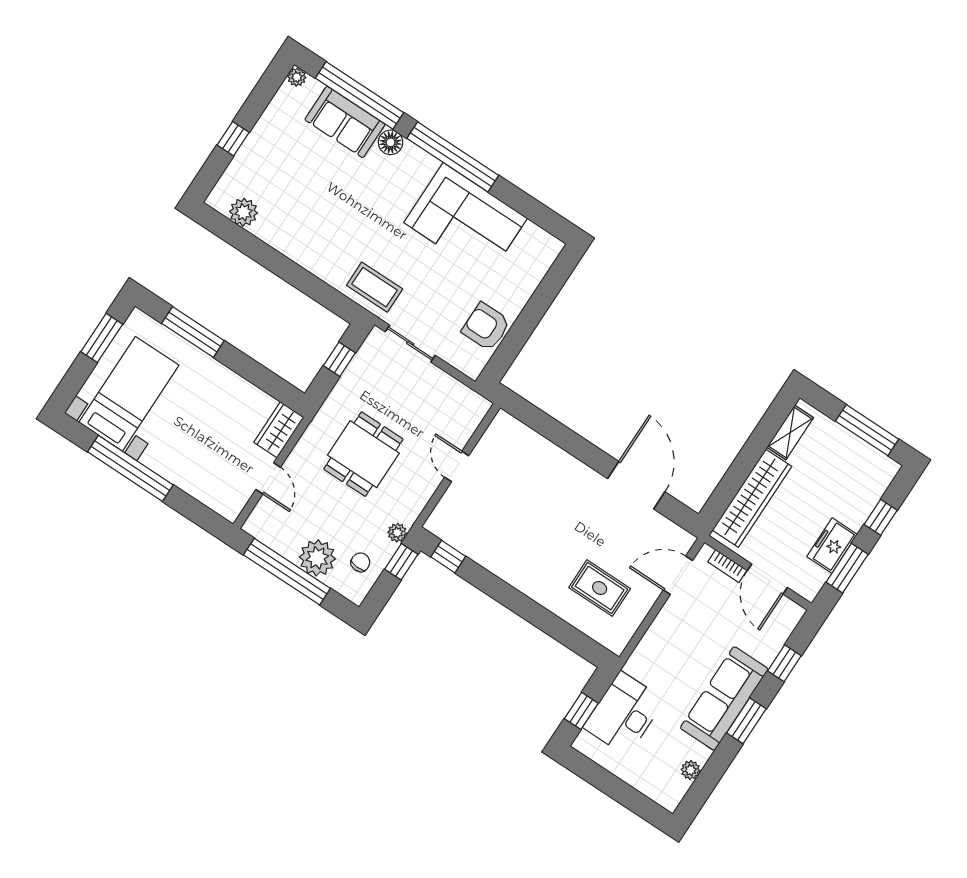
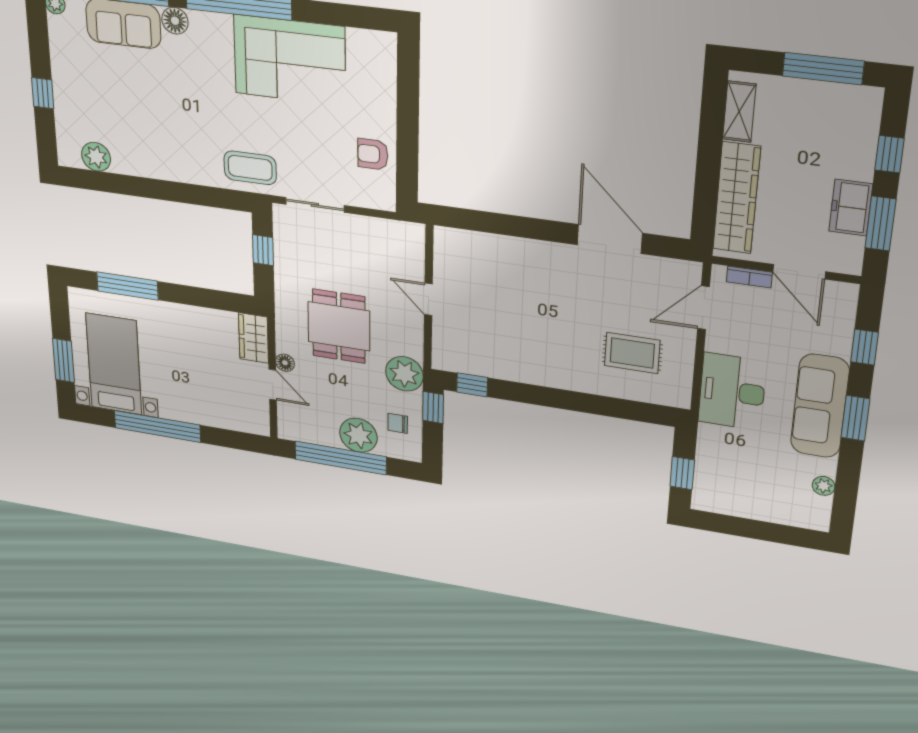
armchair: (486, 327) -> (373, 154), width x0.72, depth x0.72
window: (102, 338) -> (63, 361), moved
floor lamp: (293, 464) -> (285, 363), added
plant: (397, 533) -> (404, 374), width x1.87, depth x1.87
chair: (360, 562) -> (398, 423), turned -92
desk: (624, 714) -> (732, 392), moved

